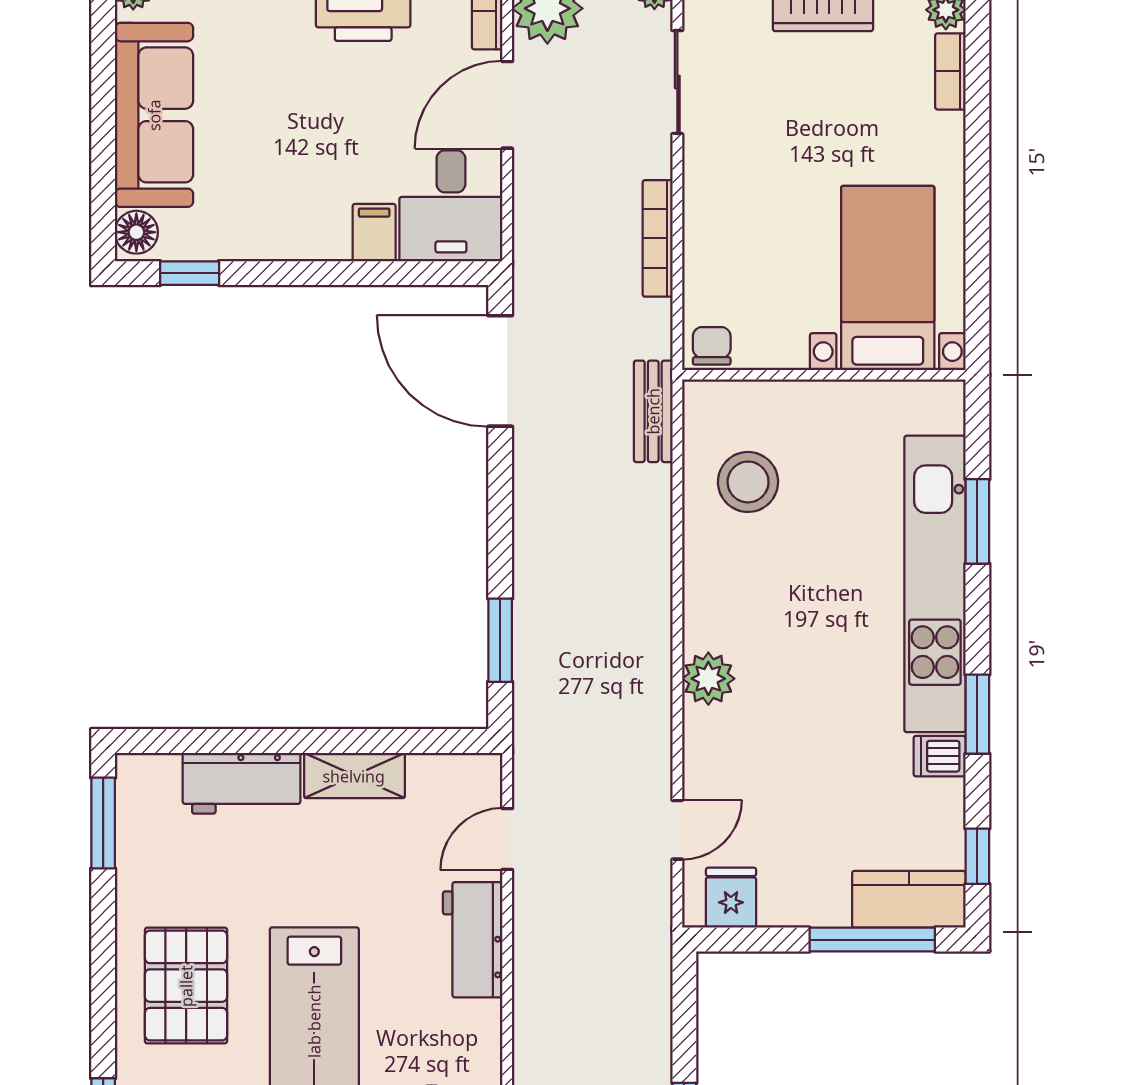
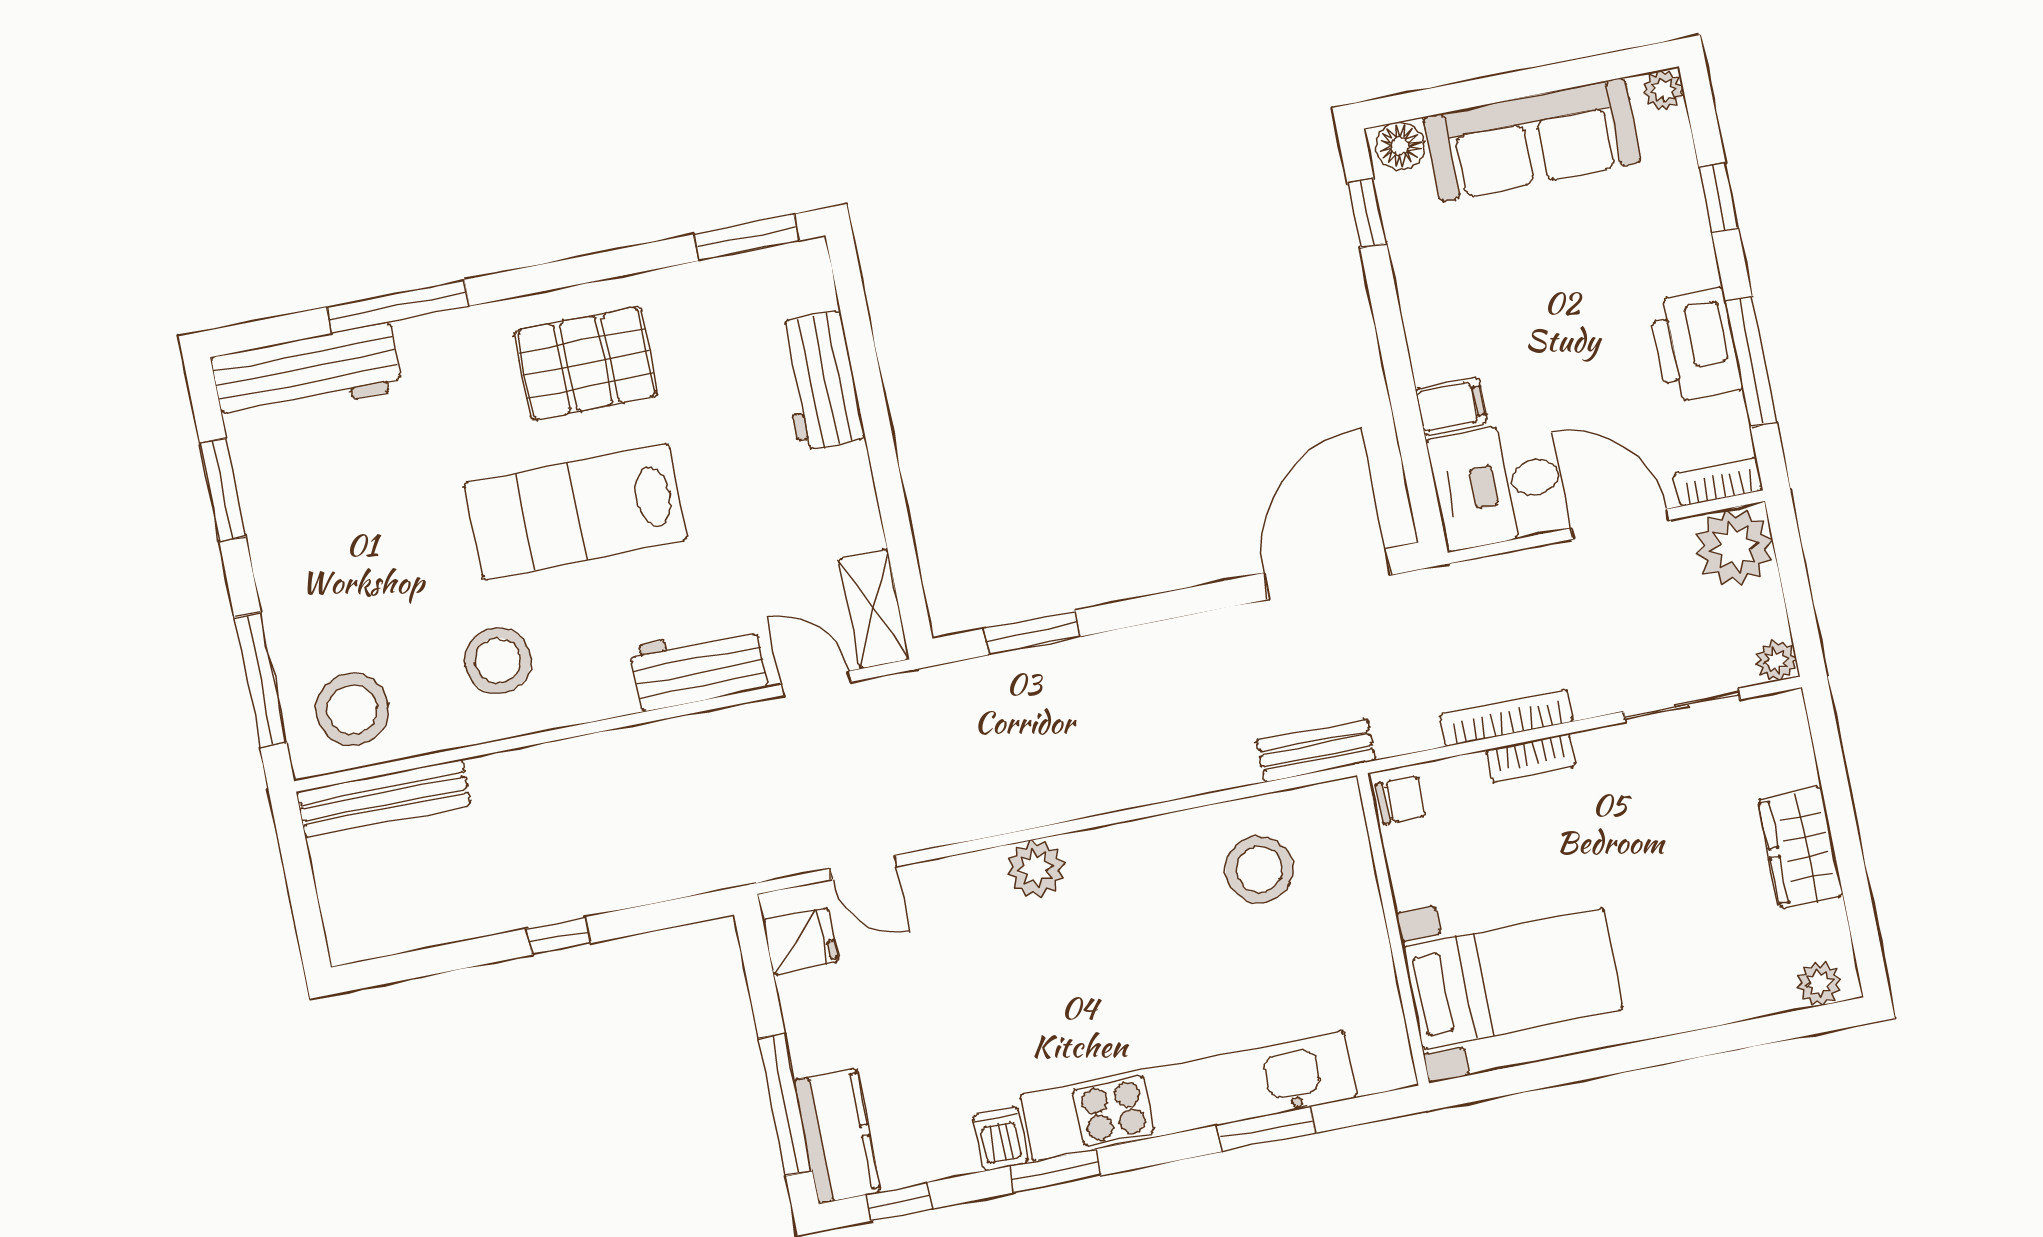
bookcase: (950, 71) -> (1531, 758), moved, turned 180
shelving: (354, 776) -> (874, 609), moved

